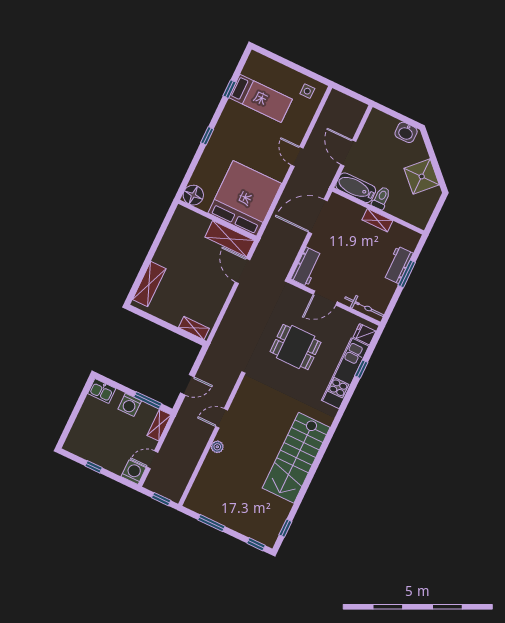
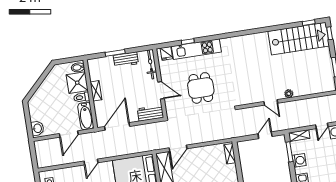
washbasin: (406, 132) -> (37, 128), moved
shower: (422, 177) -> (77, 83), moved, turned 45
door: (318, 217) -> (117, 126), swing flipped
bidet: (420, 218) -> (78, 67), added
workbench: (398, 265) -> (126, 60), moved
door: (187, 385) -> (265, 135), hinge flipped
stairs: (296, 458) -> (299, 39), moved
door: (152, 460) -> (322, 126), hinge flipped

